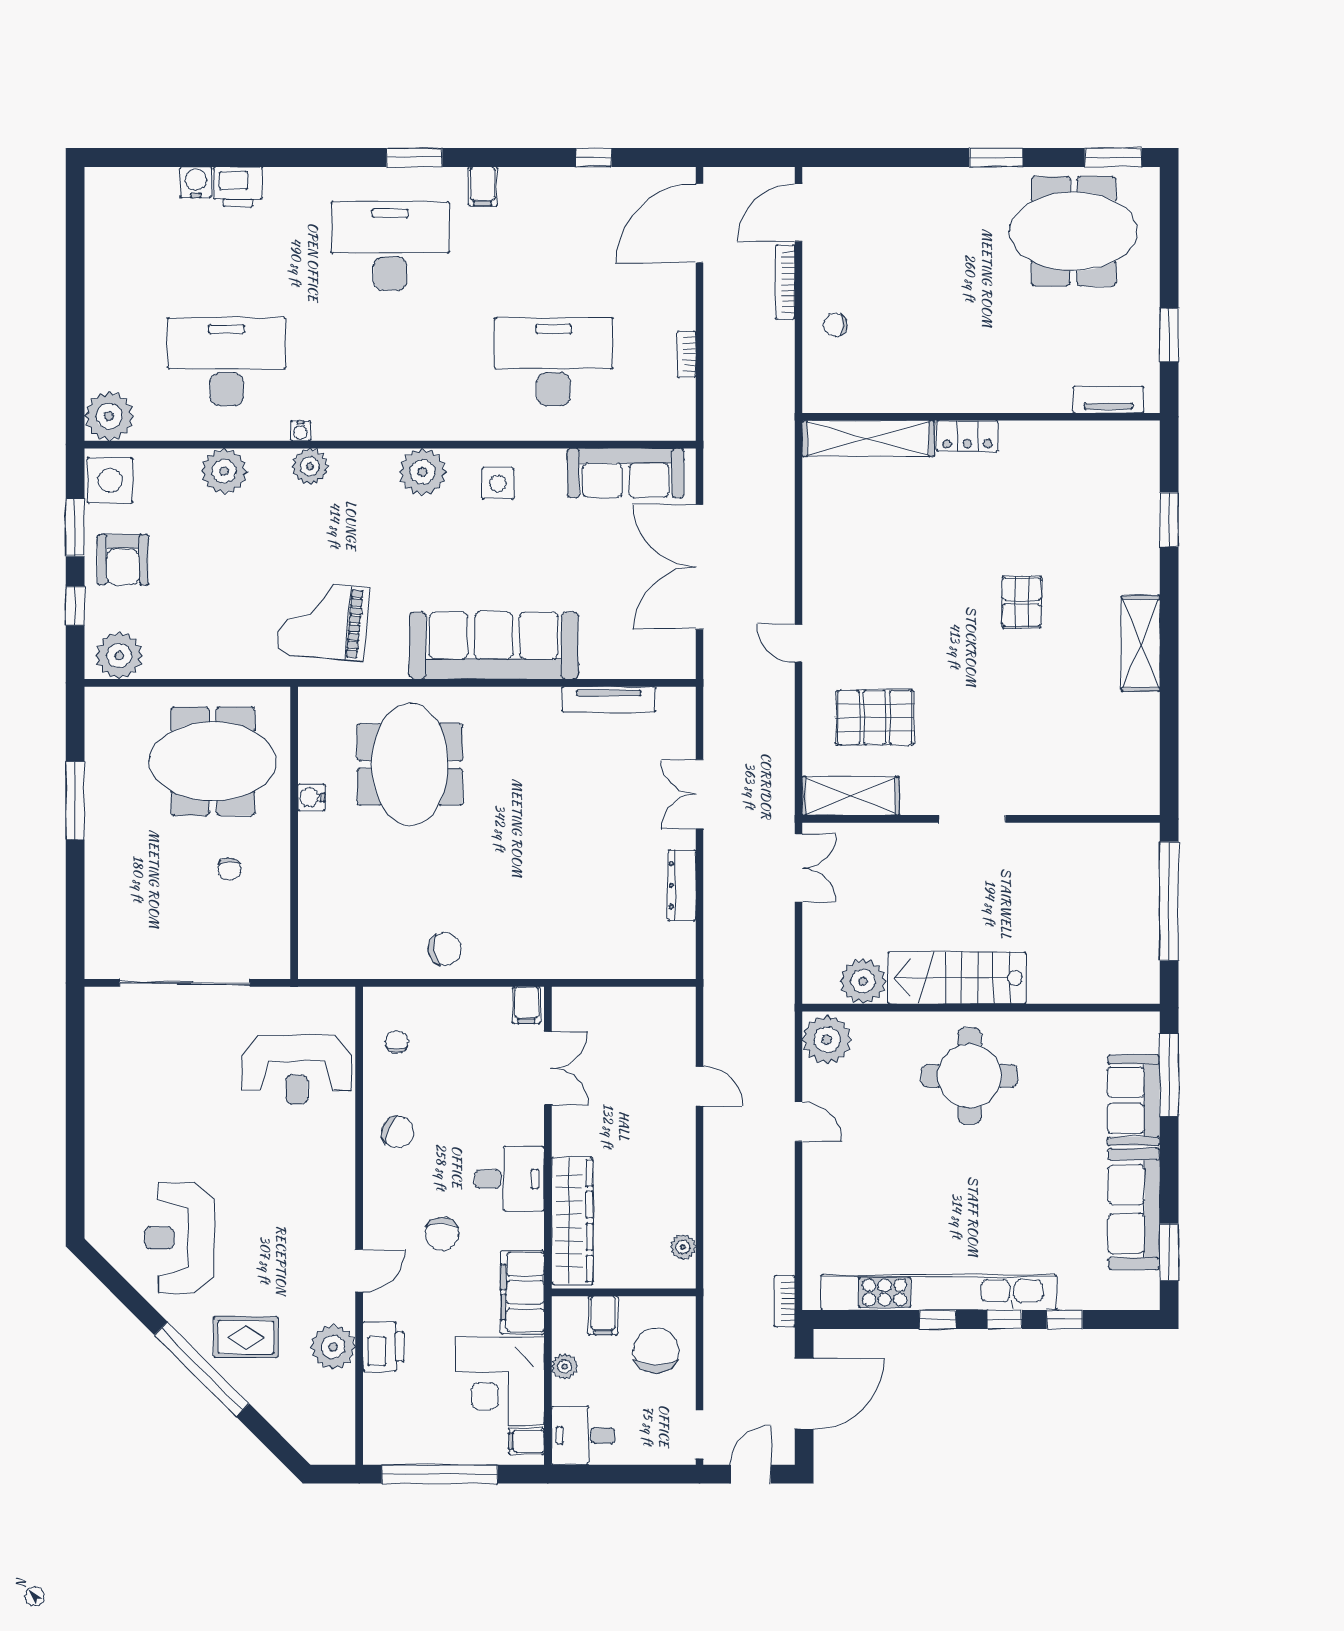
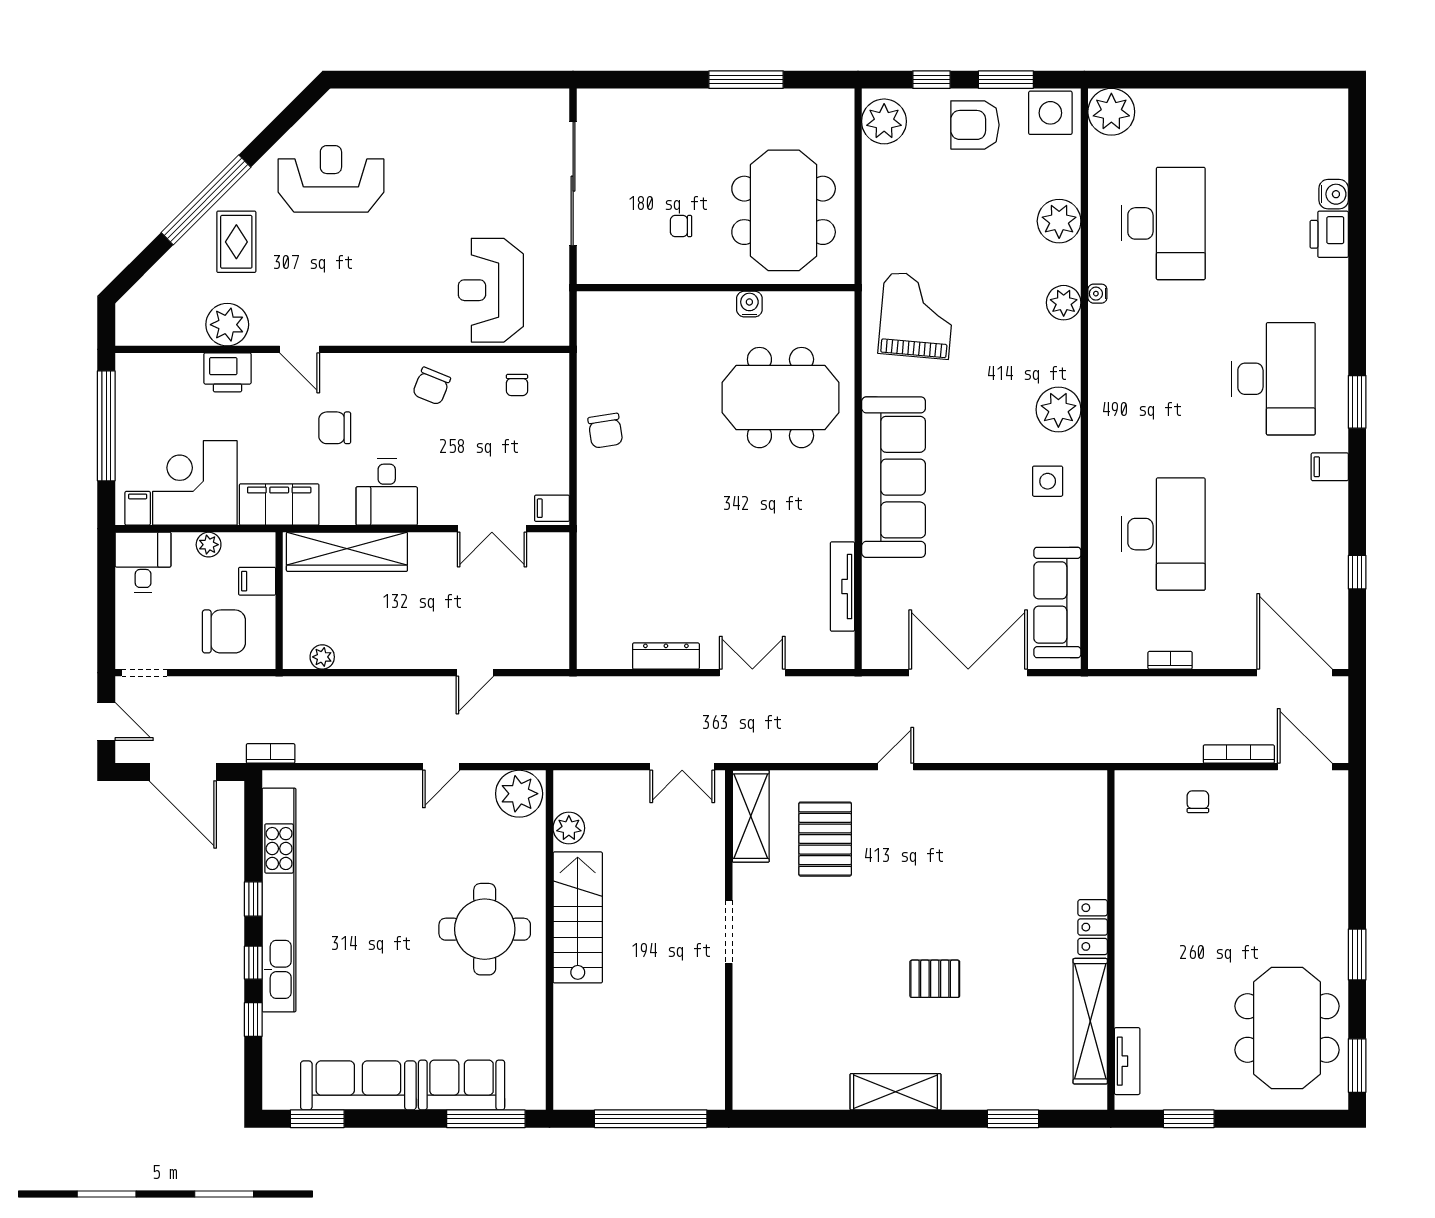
shelving: (868, 438) -> (1090, 1021), moved
plant: (863, 981) -> (569, 828), width x0.73, depth x0.73
chair: (397, 1042) -> (517, 385), turned 90

